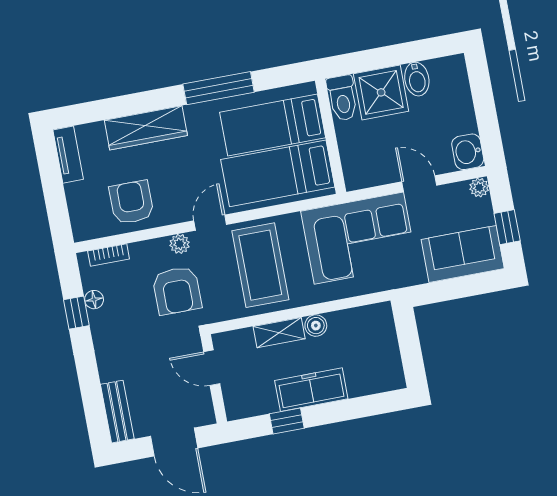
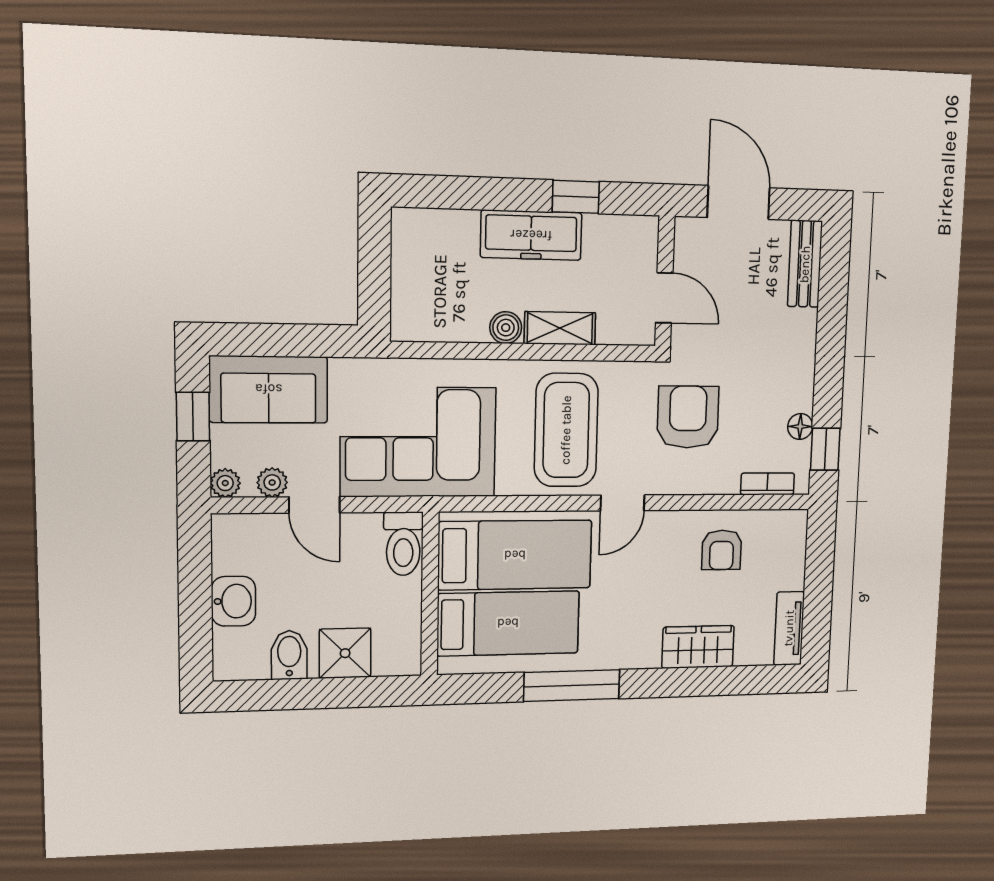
shower: (381, 92) -> (345, 653), width x0.73, depth x0.73
toilet: (342, 98) -> (403, 544), moved, turned 180
wardrobe: (146, 128) -> (698, 647), width x0.67
washbasin: (468, 152) -> (233, 601), moved
armchair: (131, 202) -> (722, 550), width x0.72, depth x0.72
plant: (180, 244) -> (272, 482), moved
window: (76, 313) -> (825, 449), moved

